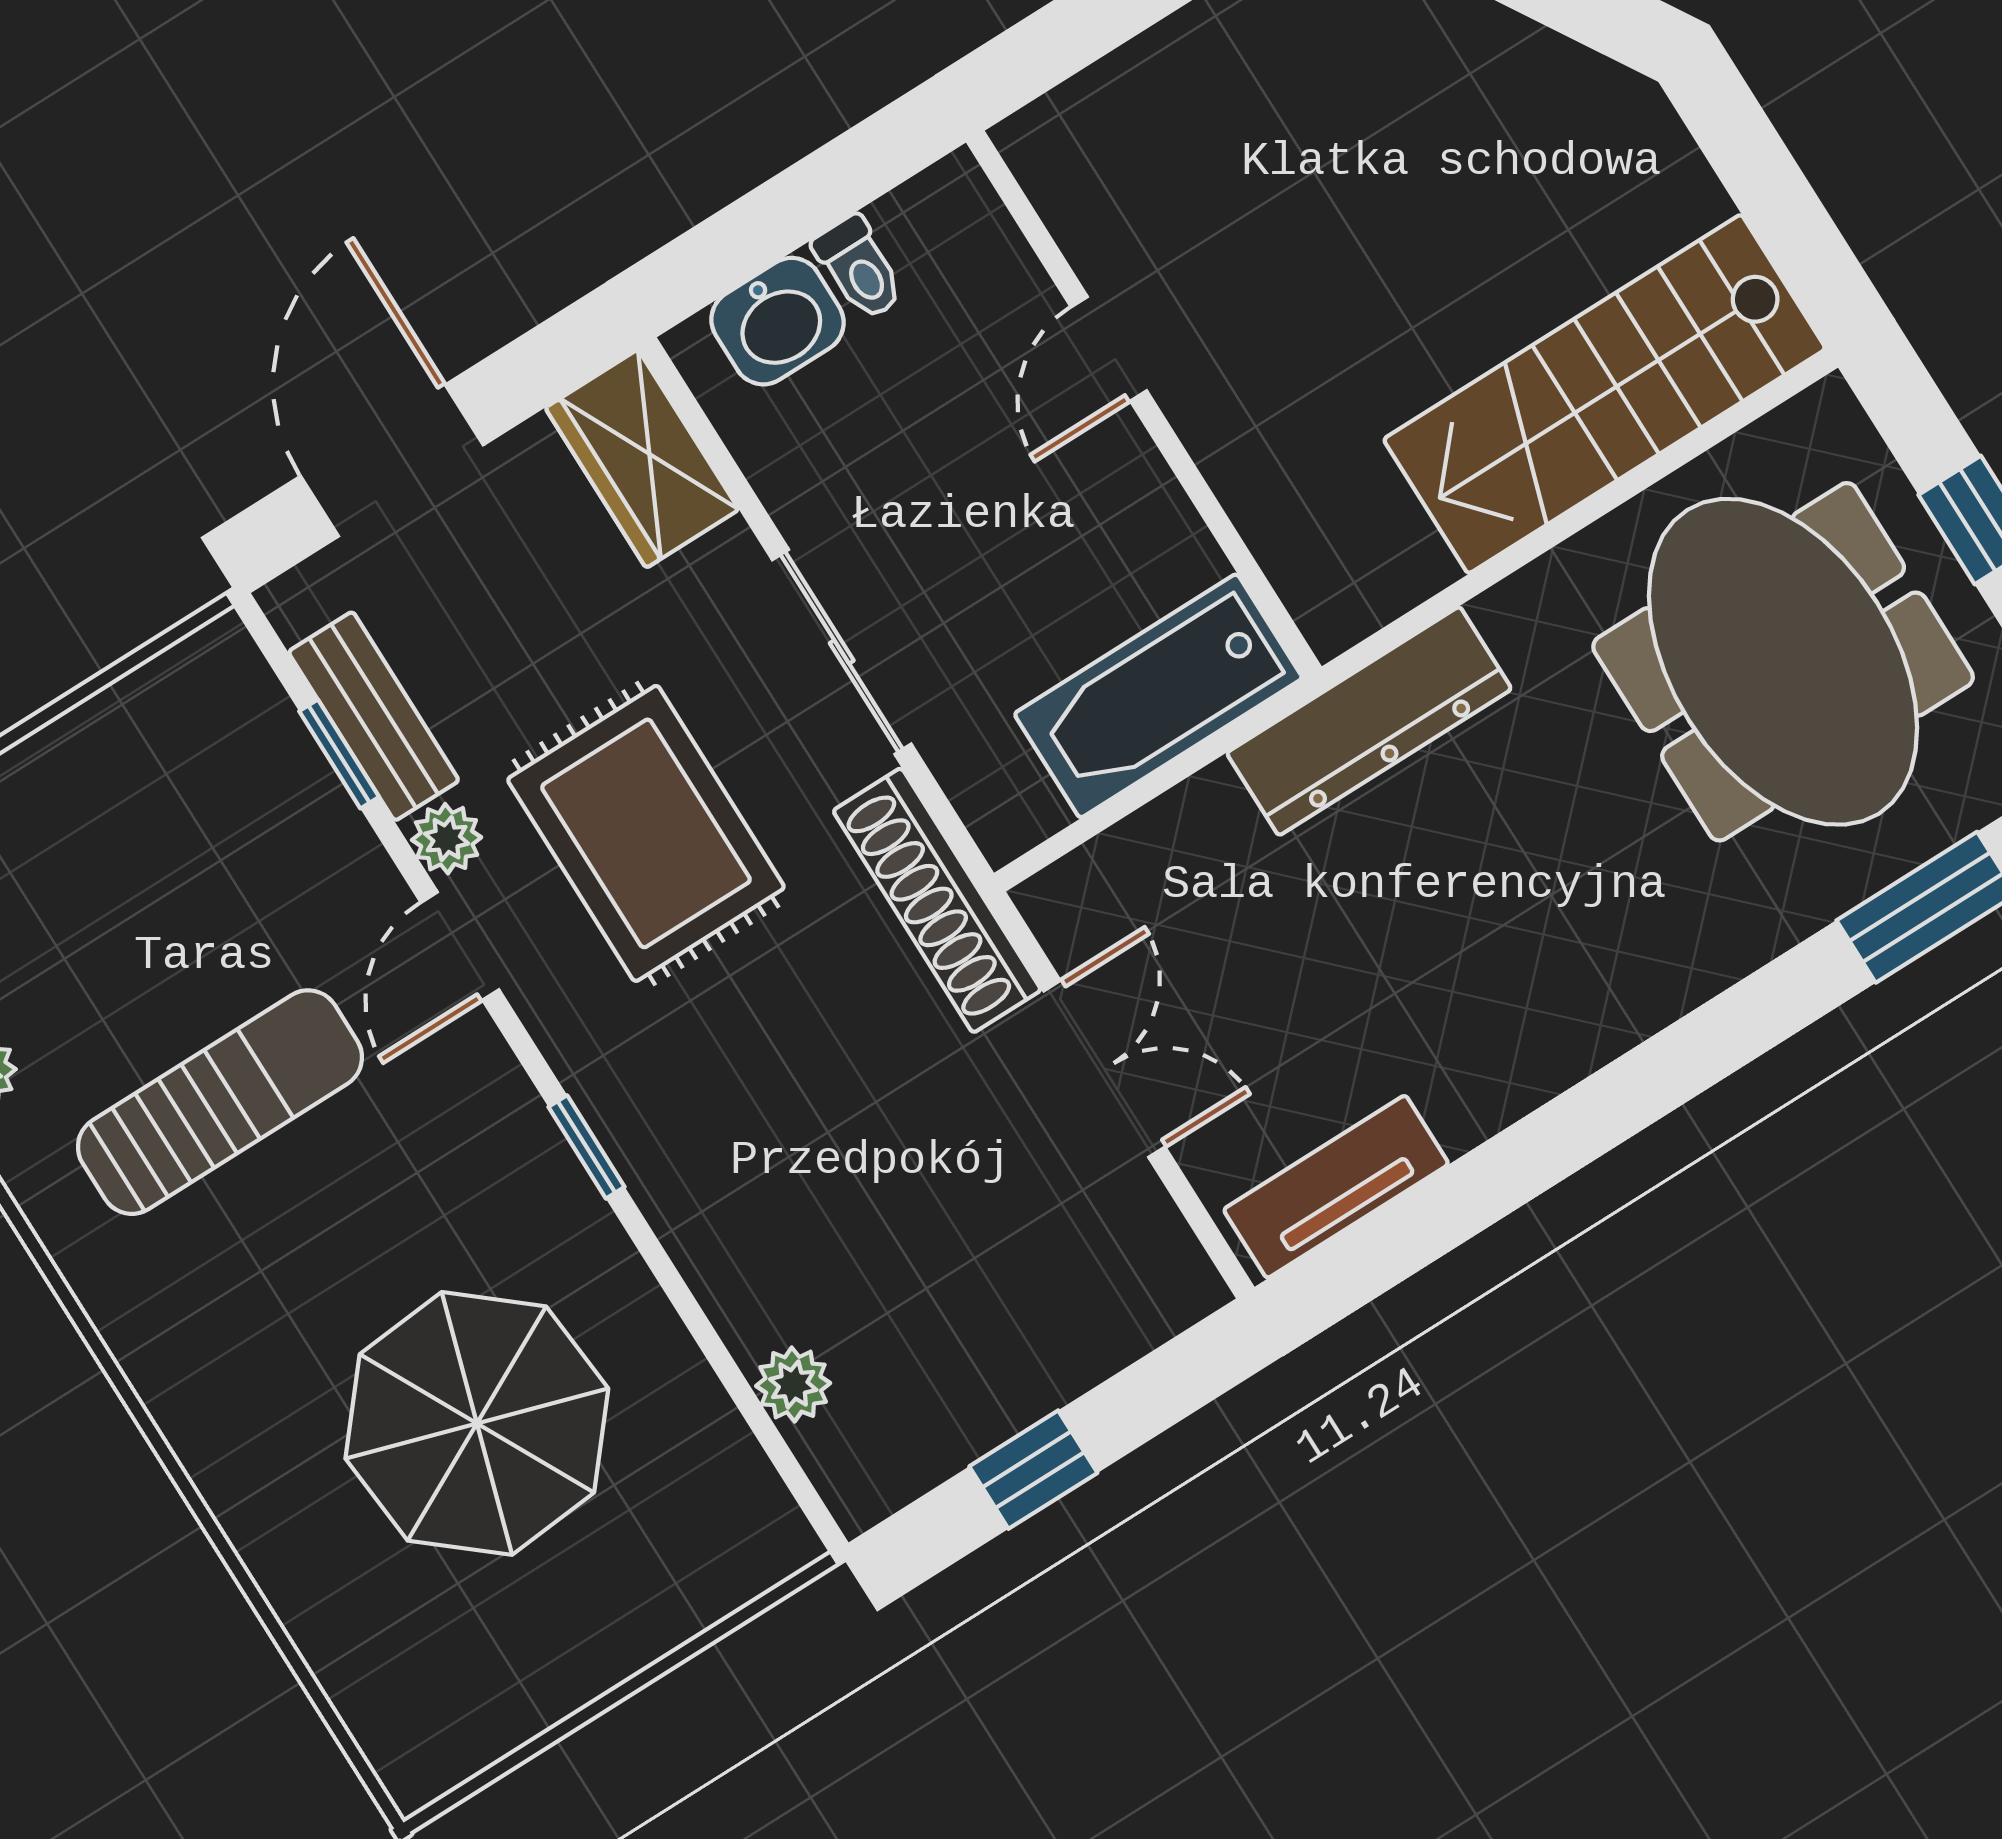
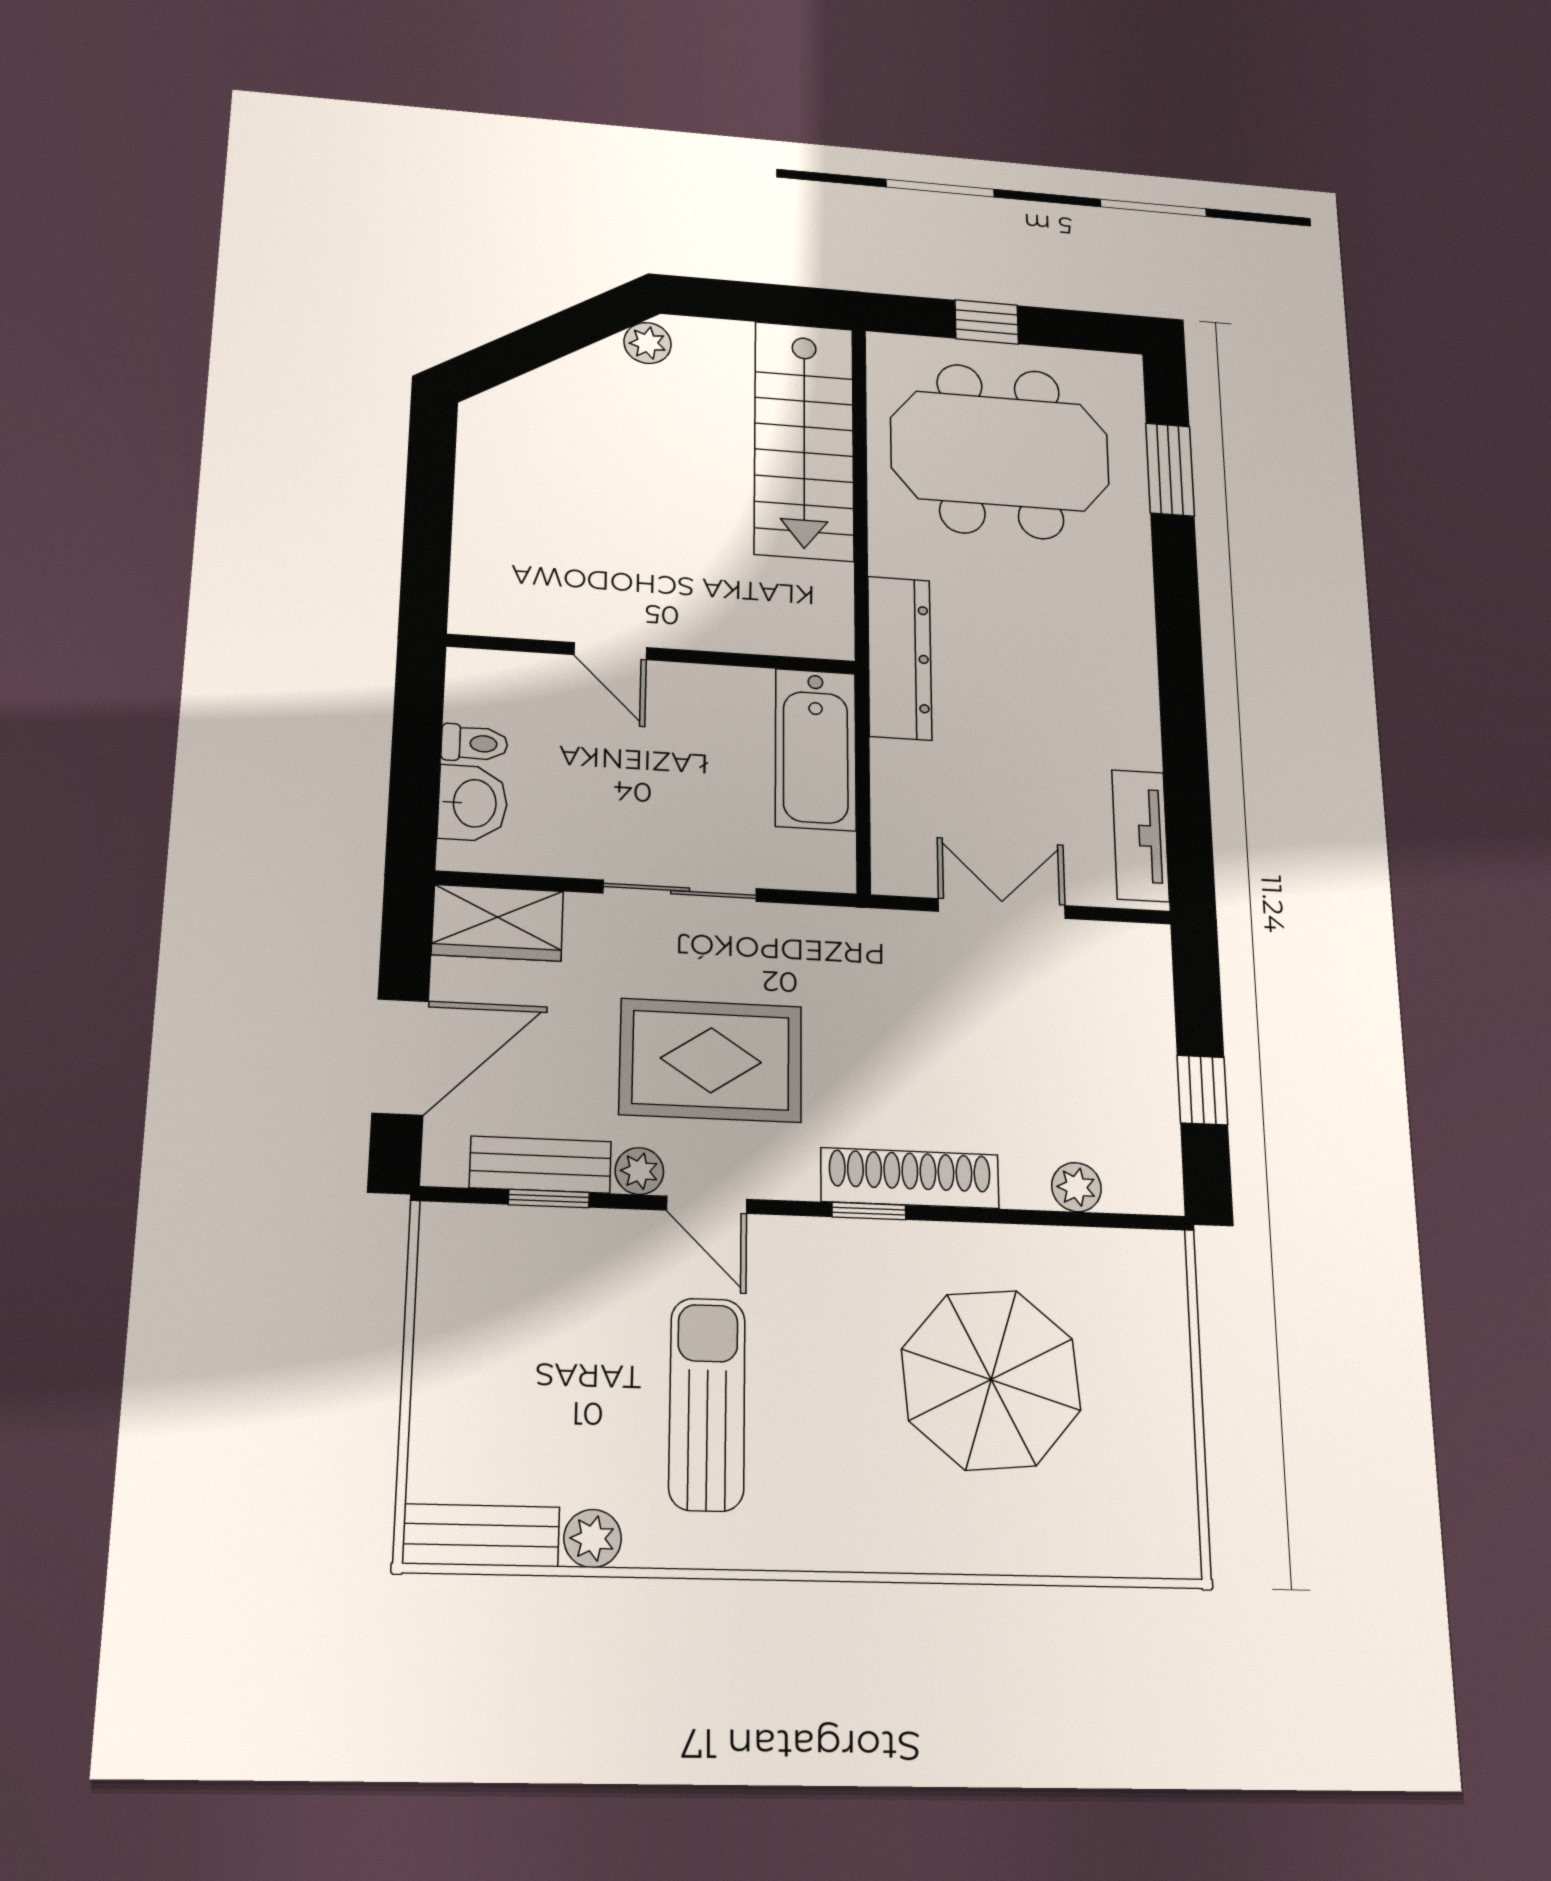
plant: (1600, 95) -> (648, 343), added
door: (392, 460) -> (400, 1057), swing flipped
shoe rack: (937, 900) -> (910, 1178), moved, turned 180

